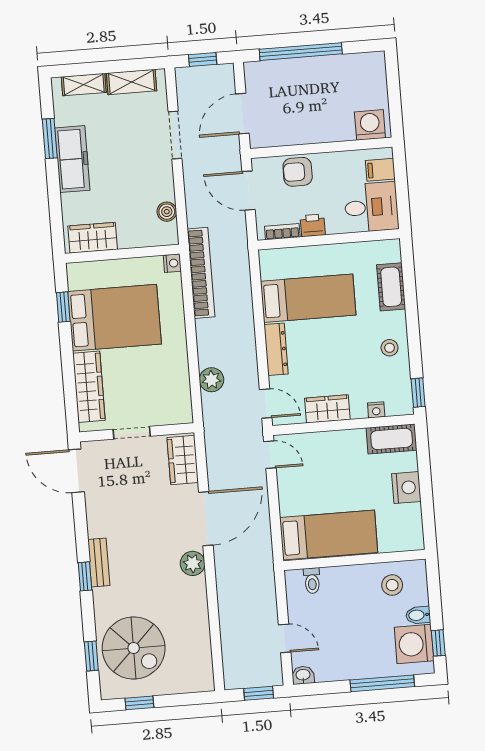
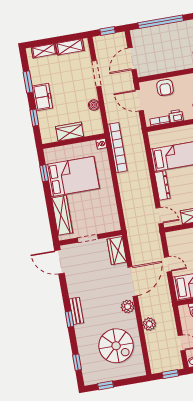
freezer: (72, 159) -> (42, 97), width x0.71
armchair: (298, 172) -> (165, 88), turned -90
window: (55, 204) -> (34, 118), added
boiler: (167, 212) -> (94, 105), moved
wardrobe: (93, 238) -> (70, 132), moved
plant: (211, 380) -> (149, 324), moved
door: (270, 455) -> (168, 264), moved
spiral stairs: (134, 648) -> (116, 346), moved

